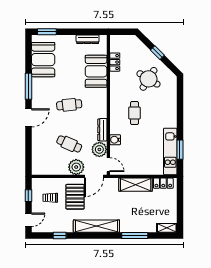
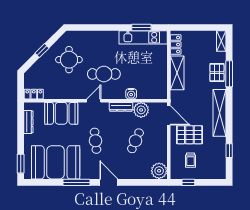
booth: (43, 60) -> (56, 162), width x1.36, depth x1.42
locker: (115, 62) -> (34, 94), moved
round table: (149, 79) -> (69, 60), turned -32
cafe table: (134, 113) -> (104, 74), width x1.37, depth x1.35
door: (108, 165) -> (94, 101), moved
plant: (76, 167) -> (159, 171), moved
door: (28, 220) -> (213, 182), removed
pallet: (136, 224) -> (217, 73), added

